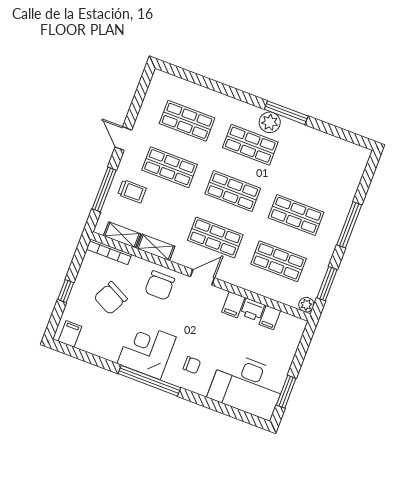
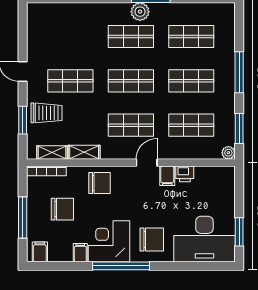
shop shelf: (187, 121) -> (191, 37), moved
window: (104, 189) -> (23, 120), width x0.69
trolley: (132, 191) -> (47, 113), width x1.36, depth x1.39
door: (202, 277) -> (147, 163), moved
chair: (160, 285) -> (100, 183), turned -90
window: (66, 291) -> (23, 217), width x2.17
chair: (111, 298) -> (62, 209), turned -117
filing cabinet: (270, 318) -> (80, 253), moved, turned 180
chair: (192, 365) -> (152, 239), width x1.87, depth x1.87

